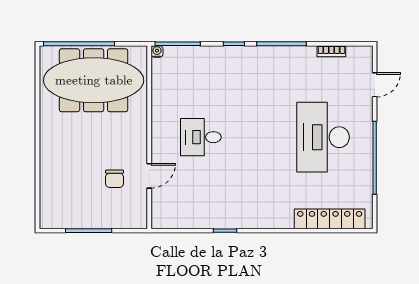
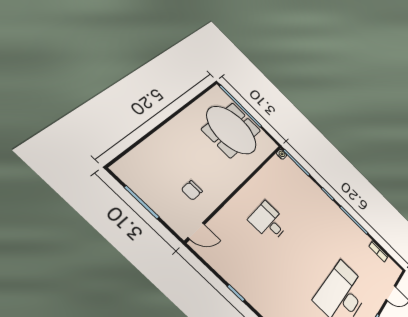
meeting table: (94, 80) -> (232, 130), width x0.73
door: (149, 176) -> (196, 231), moved

